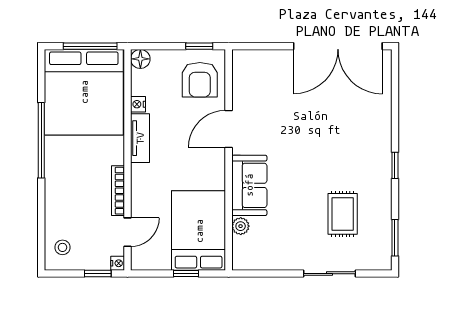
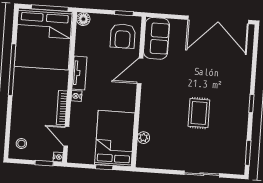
nightstand: (138, 104) -> (76, 96), moved
sofa: (249, 185) -> (156, 38), moved
rug: (343, 214) -> (199, 113), moved
door: (128, 232) -> (66, 136), swing flipped

